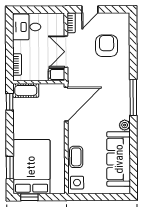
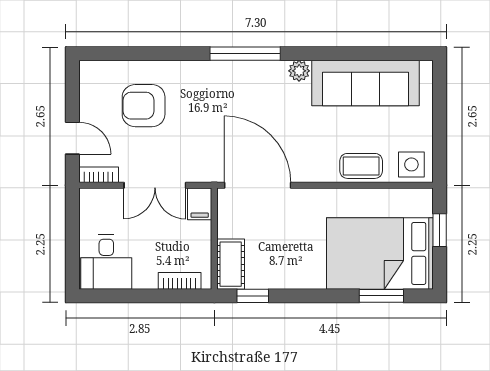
window: (29, 197) -> (440, 230), moved

